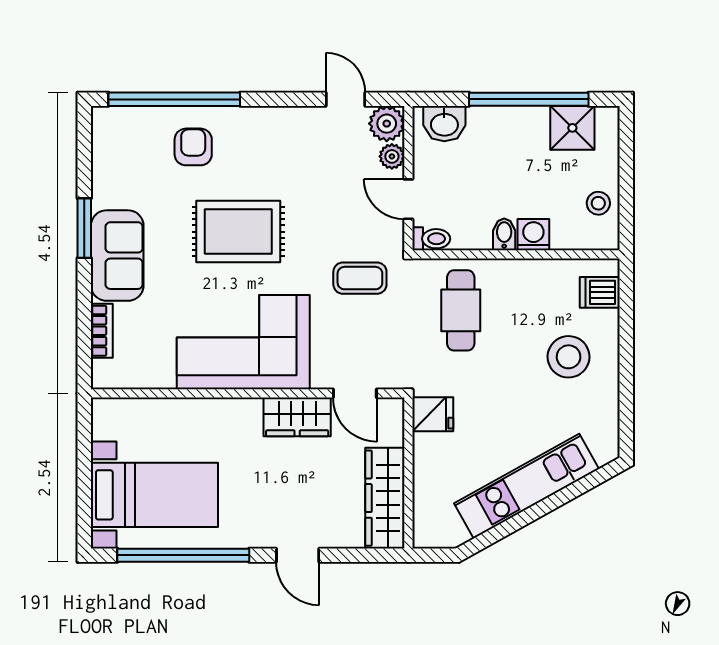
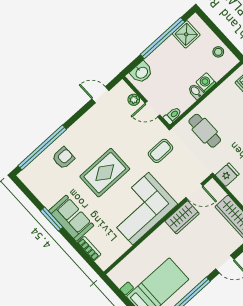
plant: (387, 124) -> (122, 90), removed
armchair: (193, 147) -> (63, 158), turned 90

